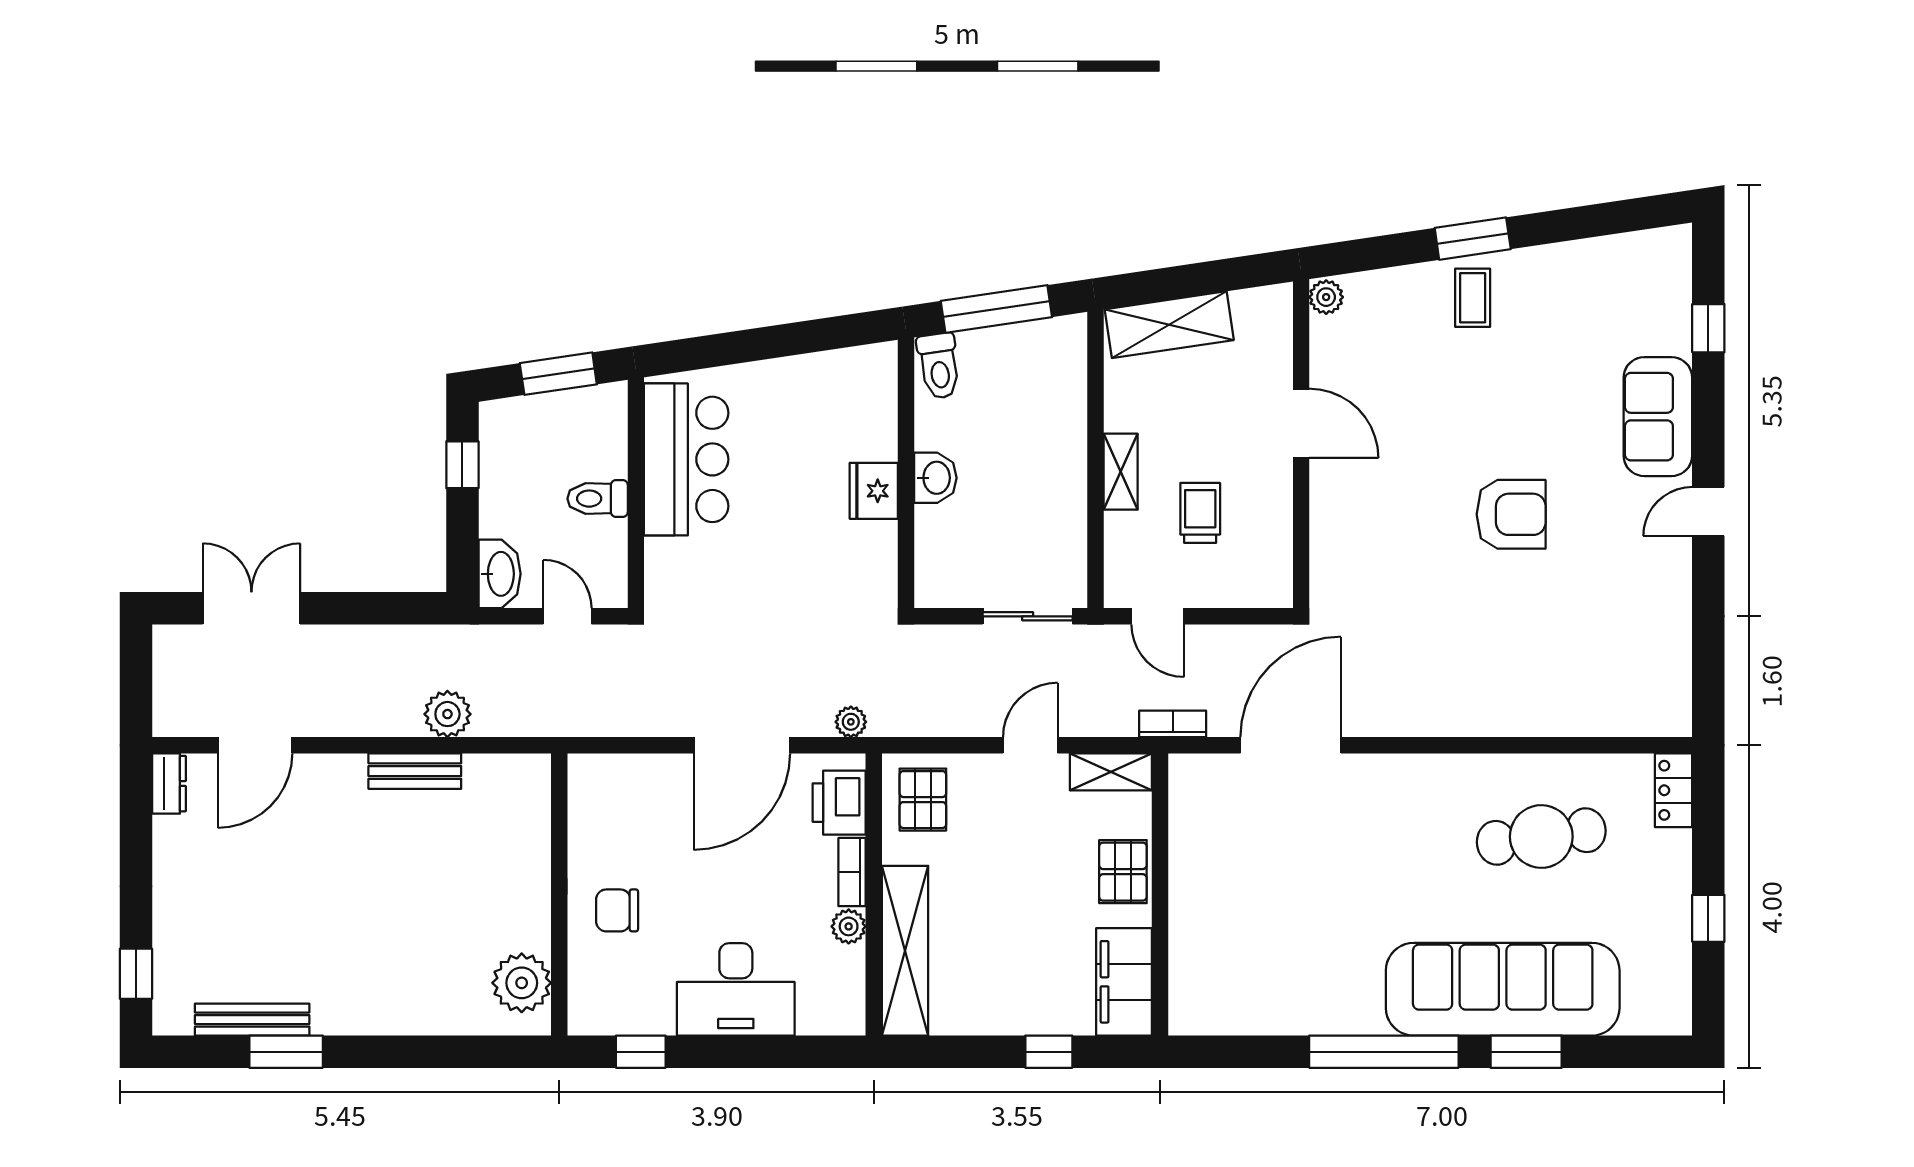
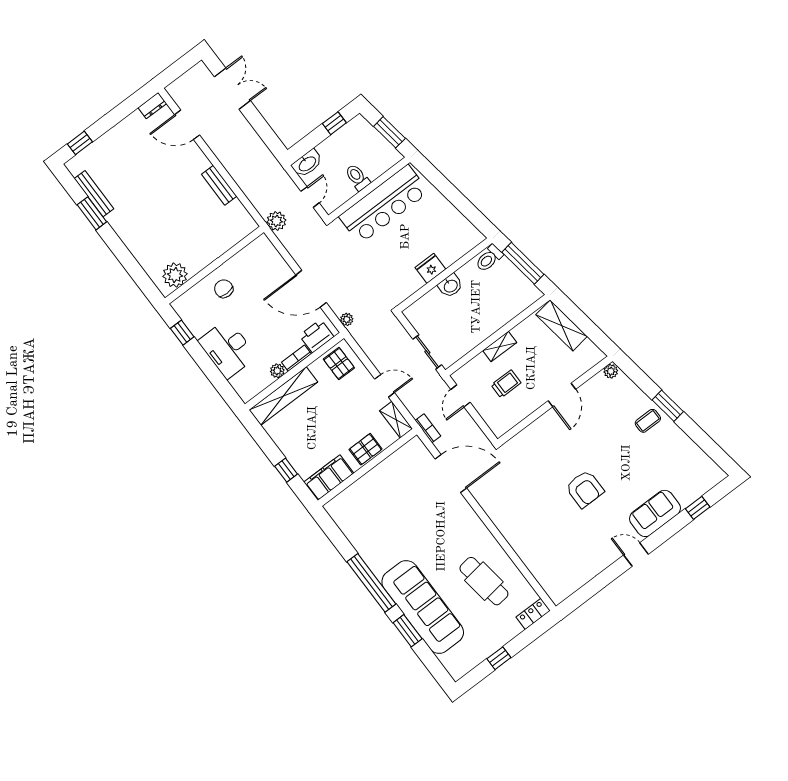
bar counter: (686, 459) -> (384, 204), width x1.36
plant: (447, 714) -> (276, 221), moved
pallet: (923, 800) -> (339, 363), turned 90

